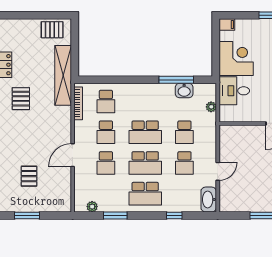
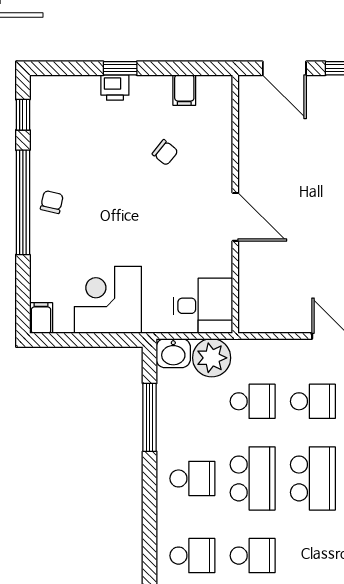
washbasin: (184, 90) -> (173, 353), moved, turned 90
desk: (234, 91) -> (203, 306), moved, turned -90
plant: (211, 107) -> (212, 358), width x1.88, depth x1.88
school desk: (106, 163) -> (192, 478), moved

